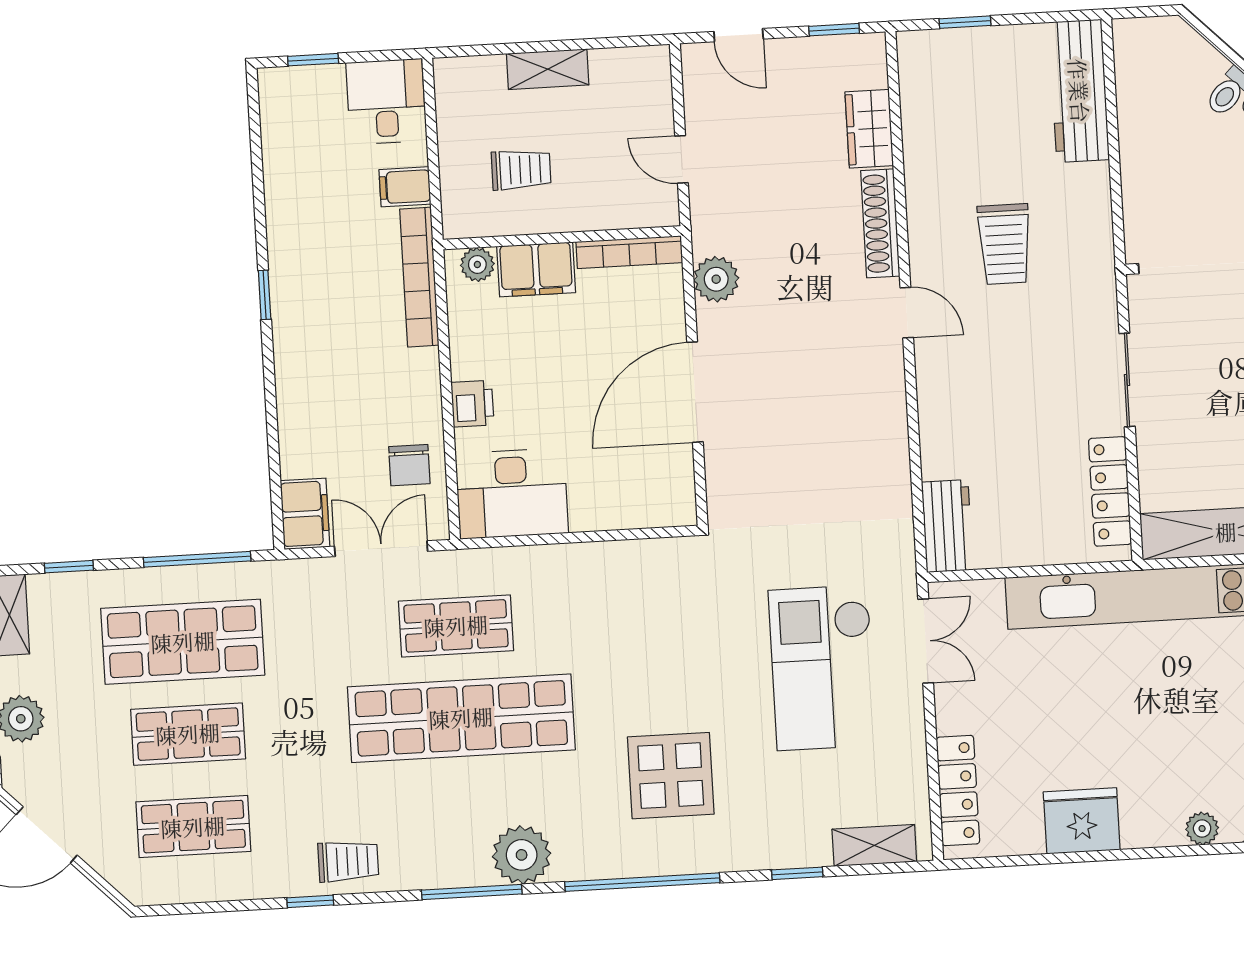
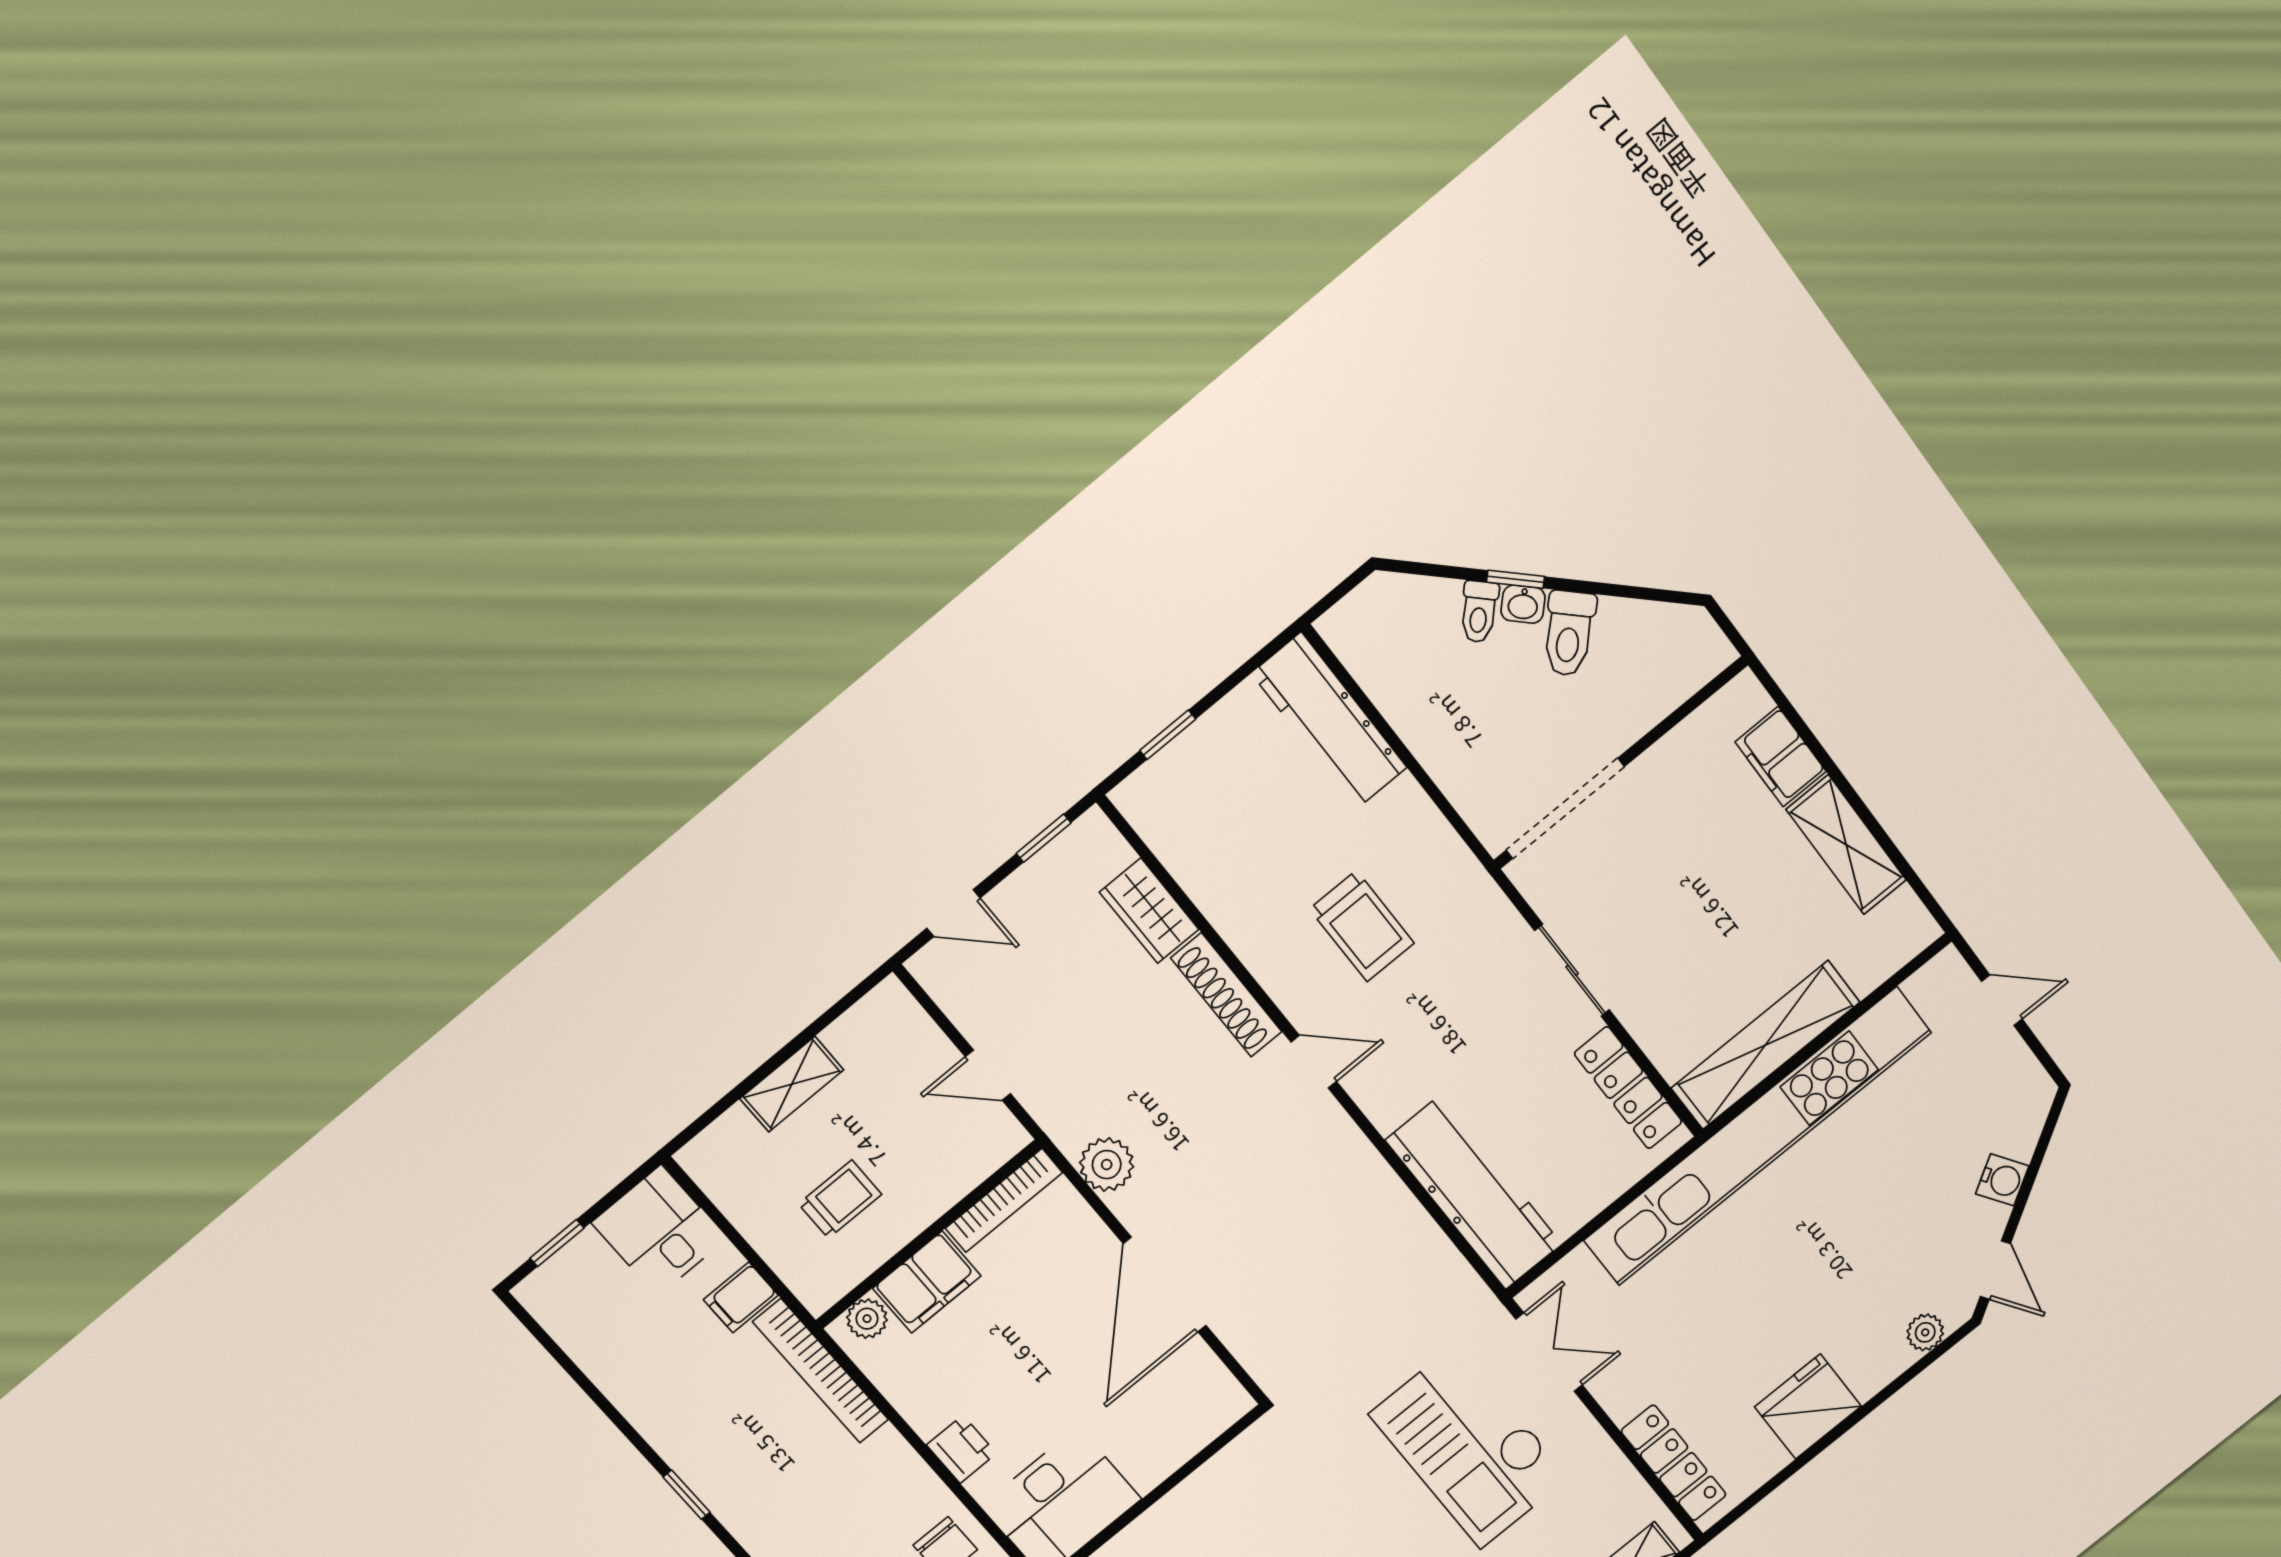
workbench: (947, 526) -> (1474, 1192), width x1.88, depth x1.32

